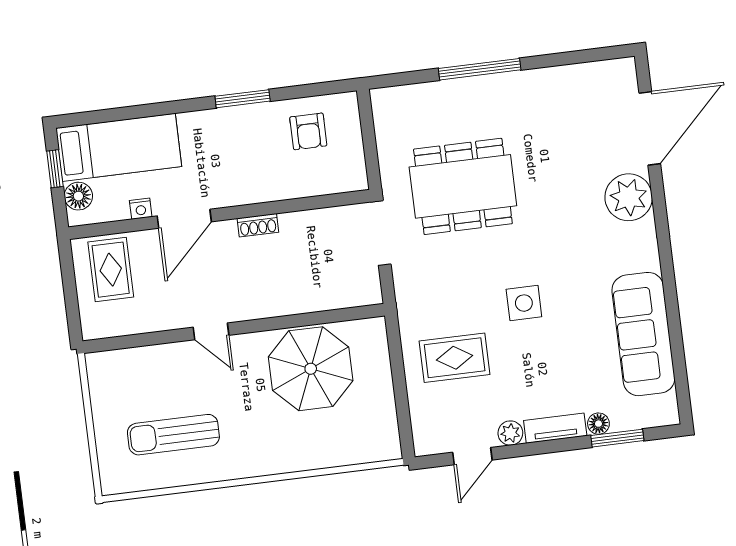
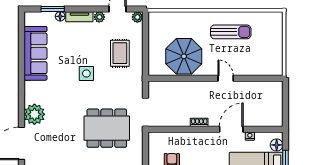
rug: (111, 270) -> (266, 111), removed
rug: (455, 358) -> (120, 53), turned 90
sun lounger: (173, 435) -> (231, 32), moved
plant: (425, 444) -> (137, 17), added

